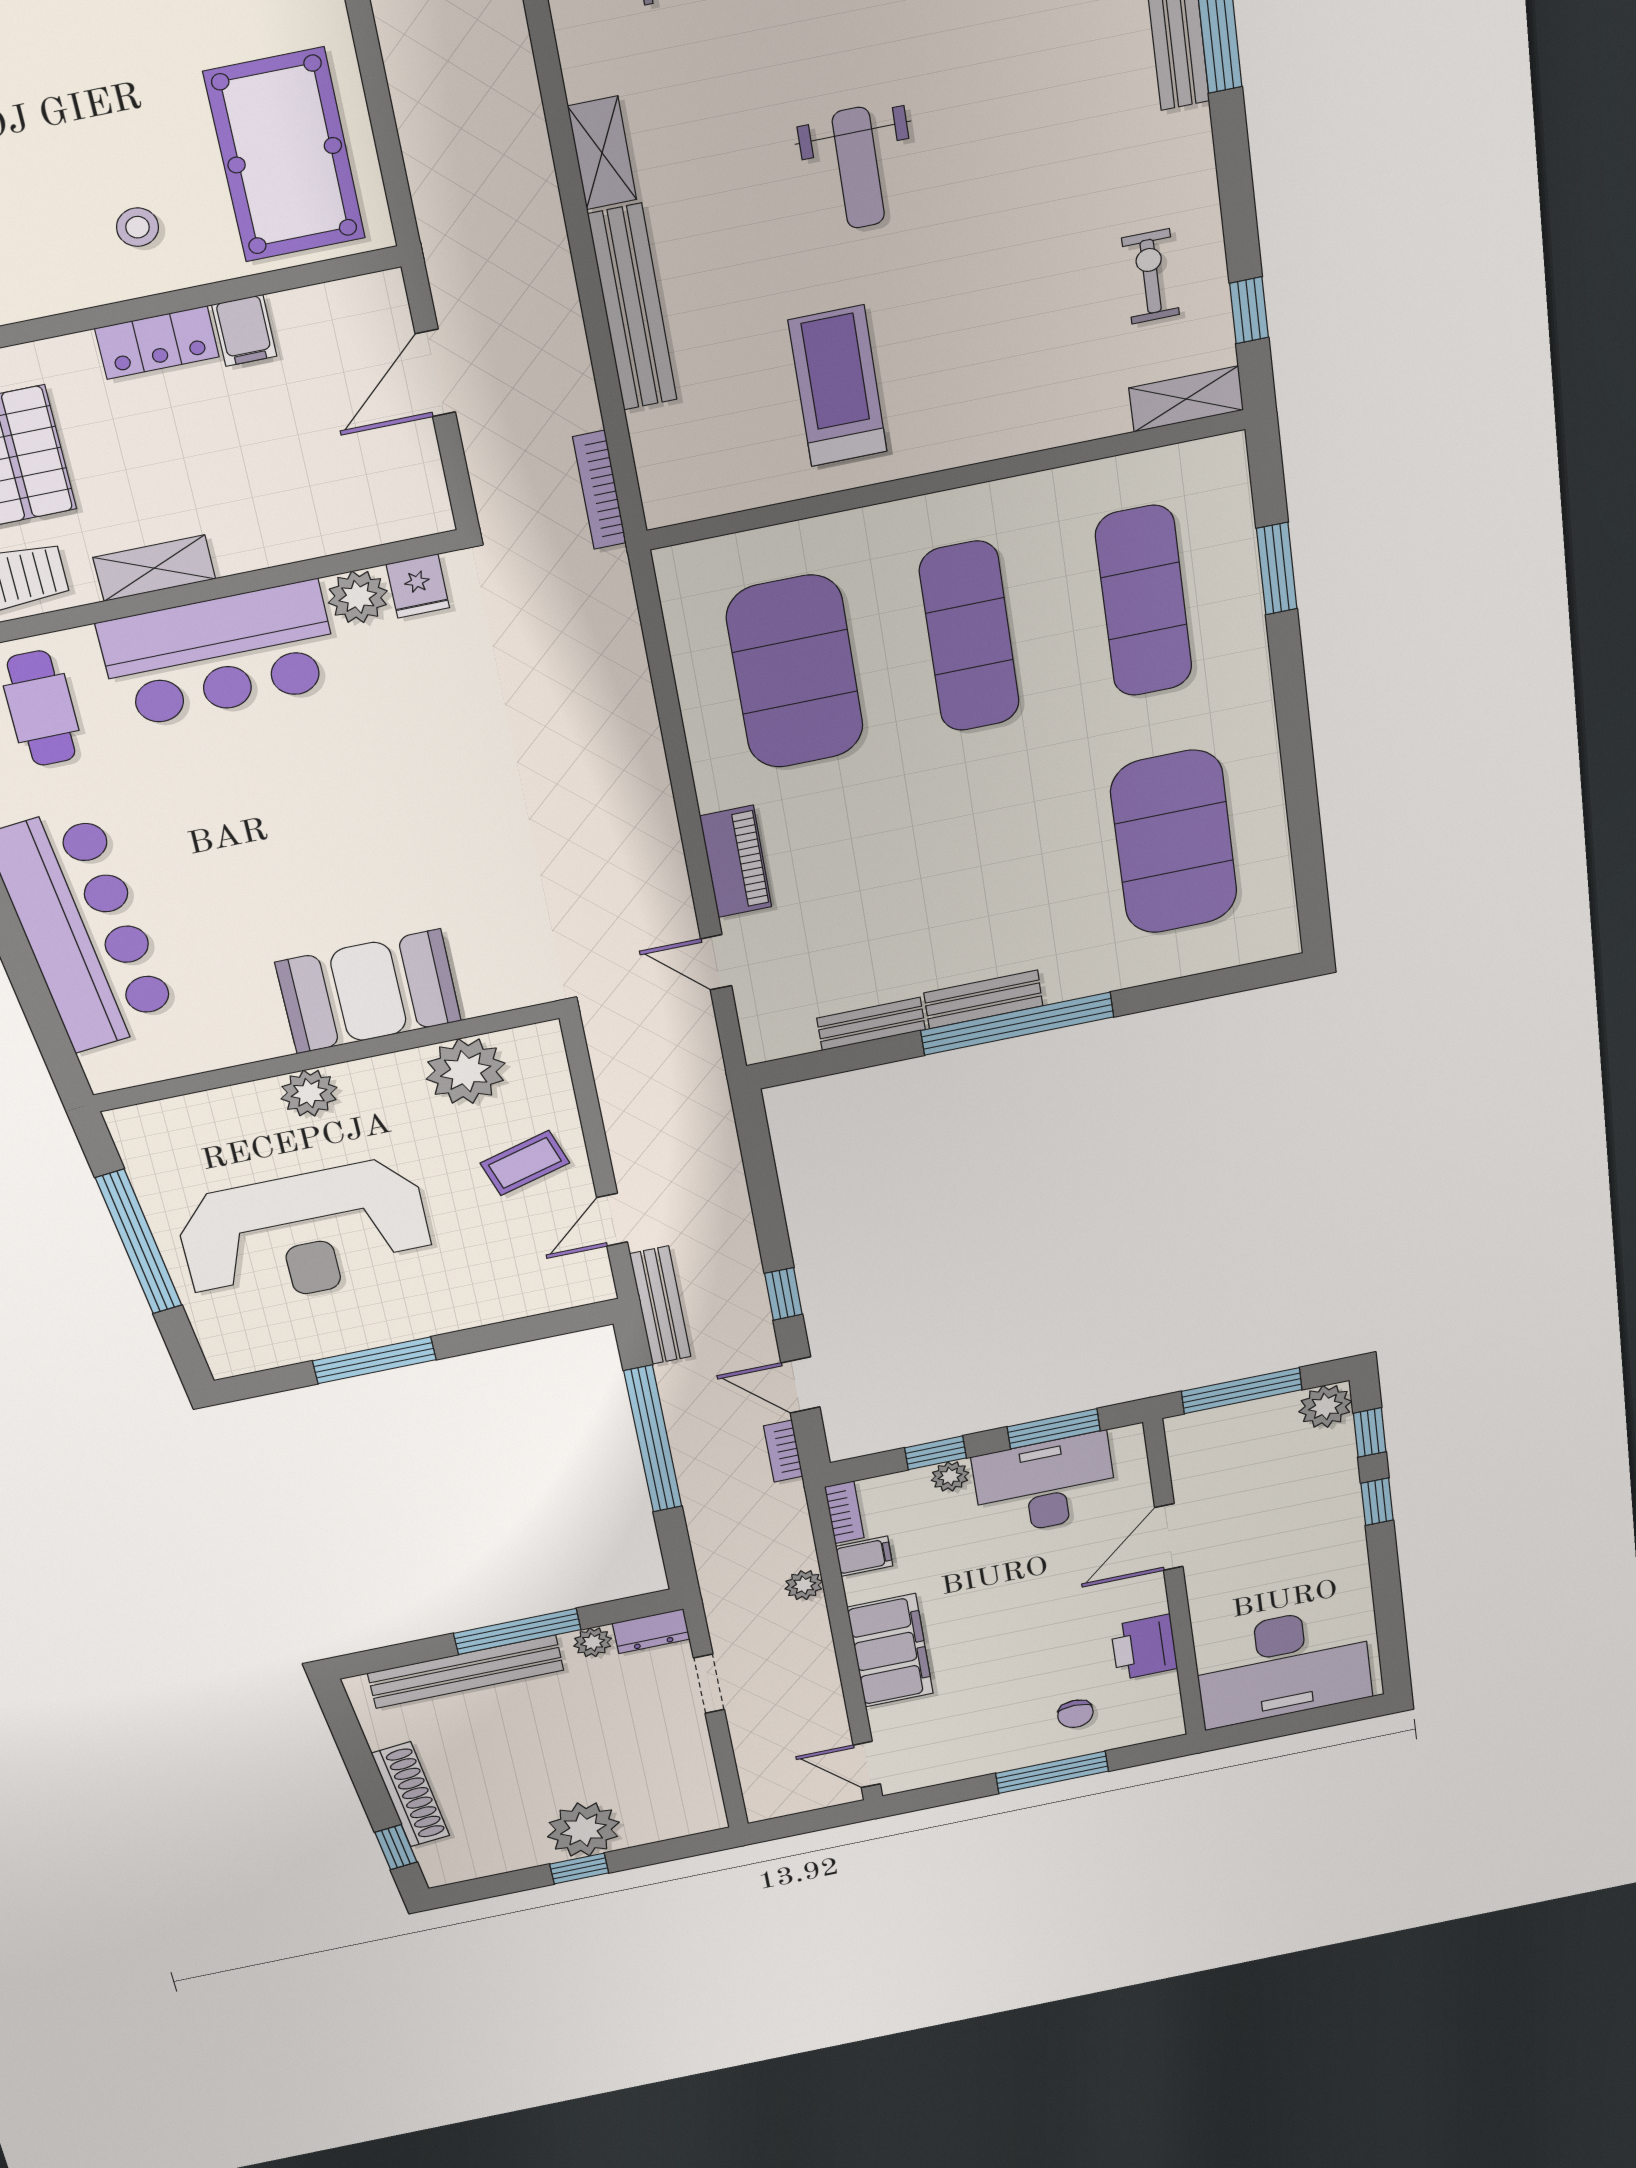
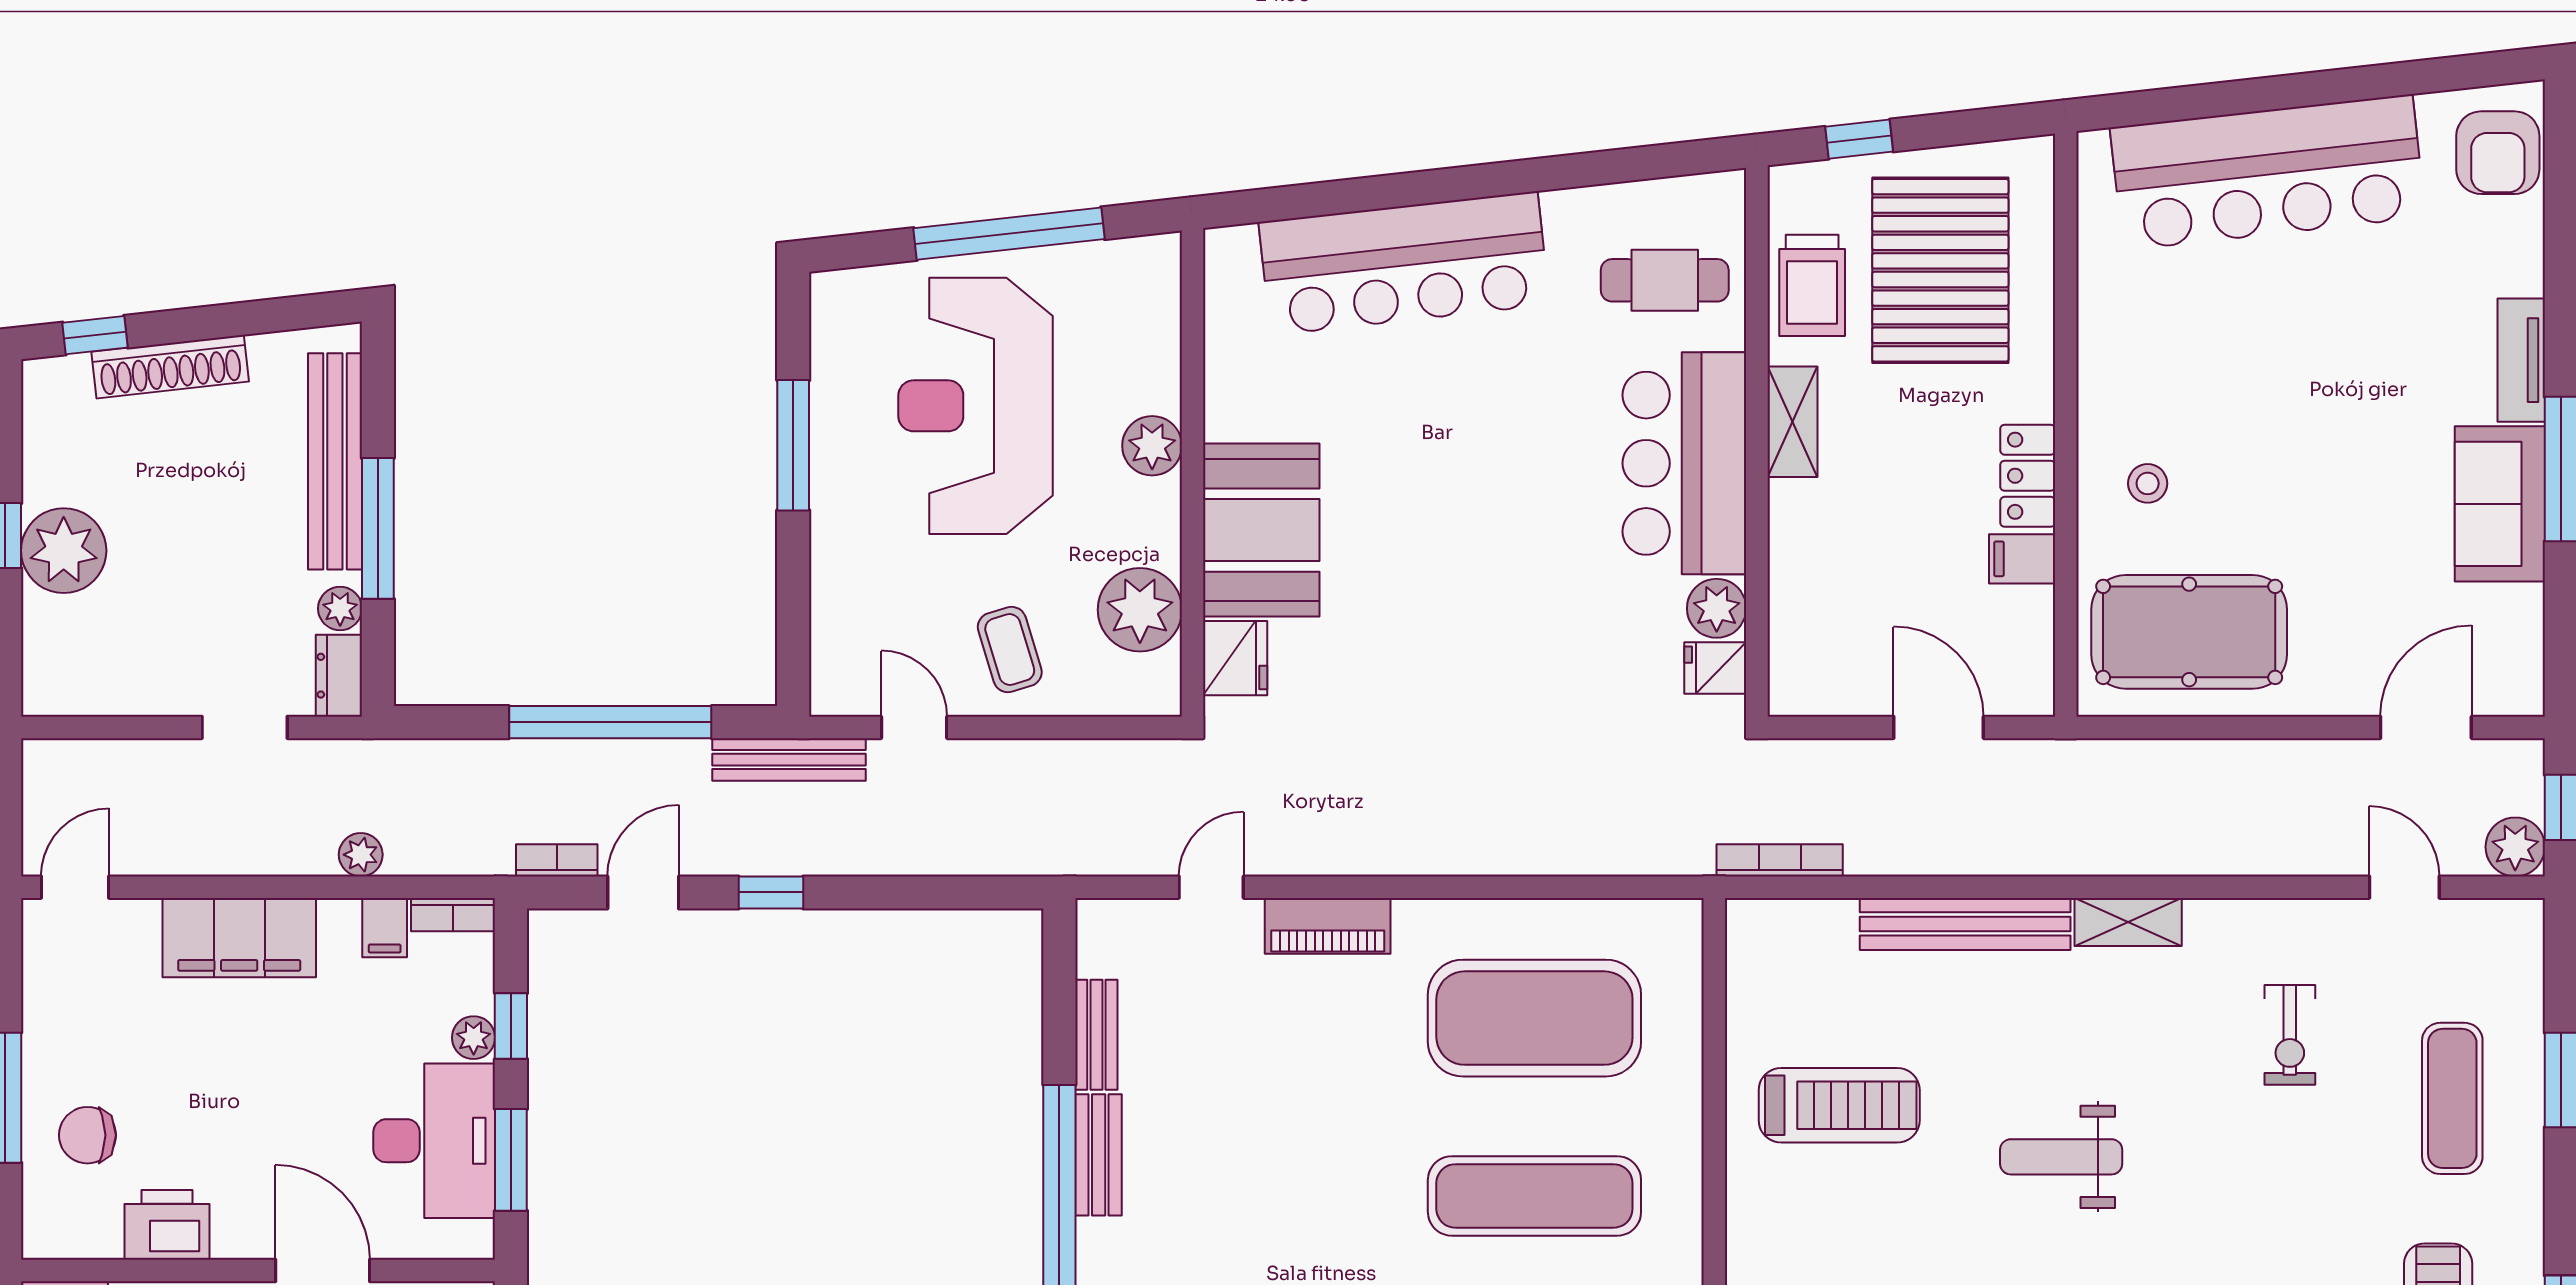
fridge: (495, 987) -> (1235, 658), added
chair: (1075, 1714) -> (87, 1135), width x1.37, depth x1.37

